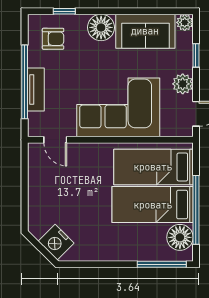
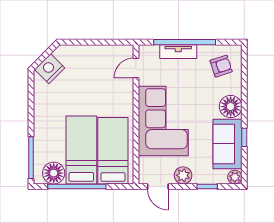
window: (64, 11) -> (244, 137), moved
armchair: (53, 39) -> (221, 66), turned -108

